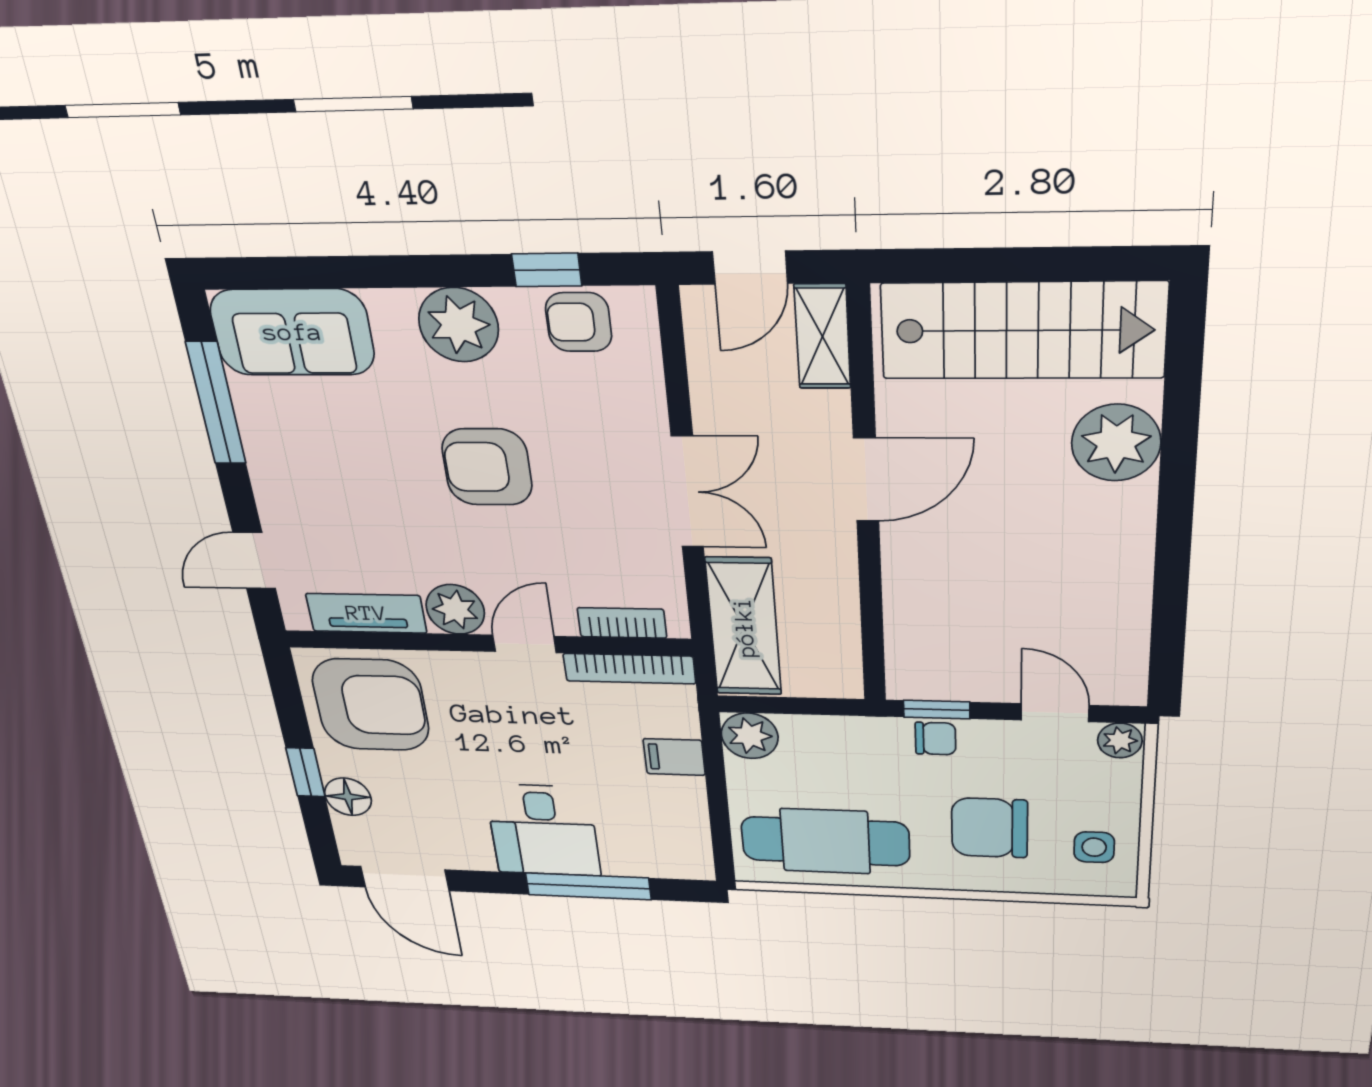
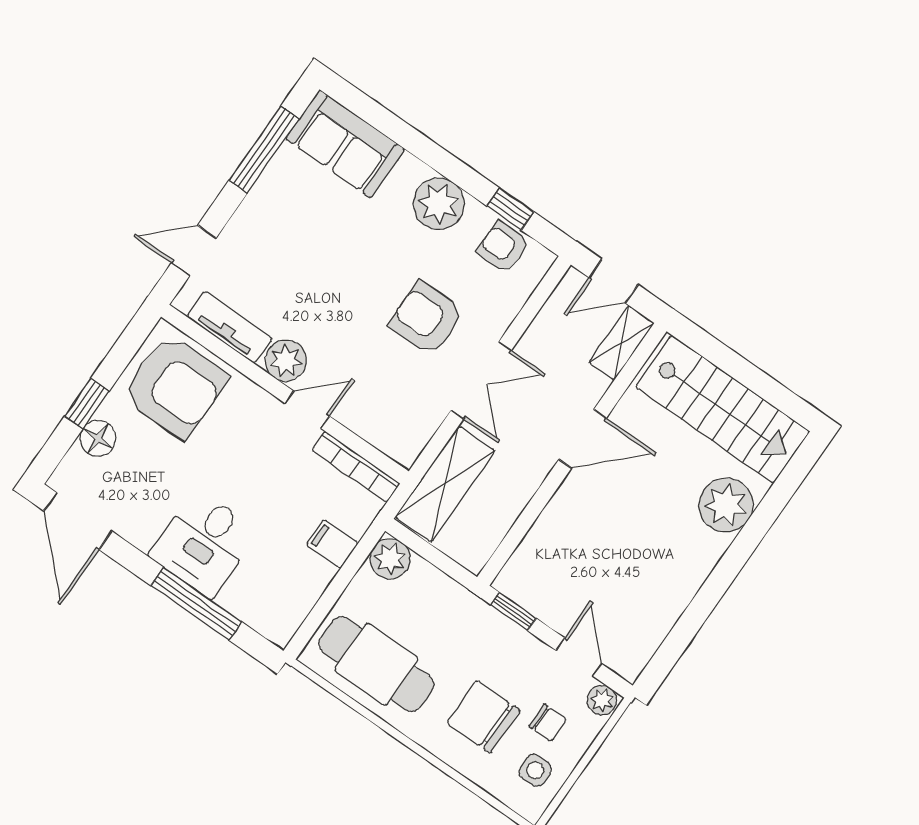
armchair: (487, 467) -> (426, 318), moved
bookcase: (622, 623) -> (377, 435), removed
chair: (936, 739) -> (548, 723), moved

